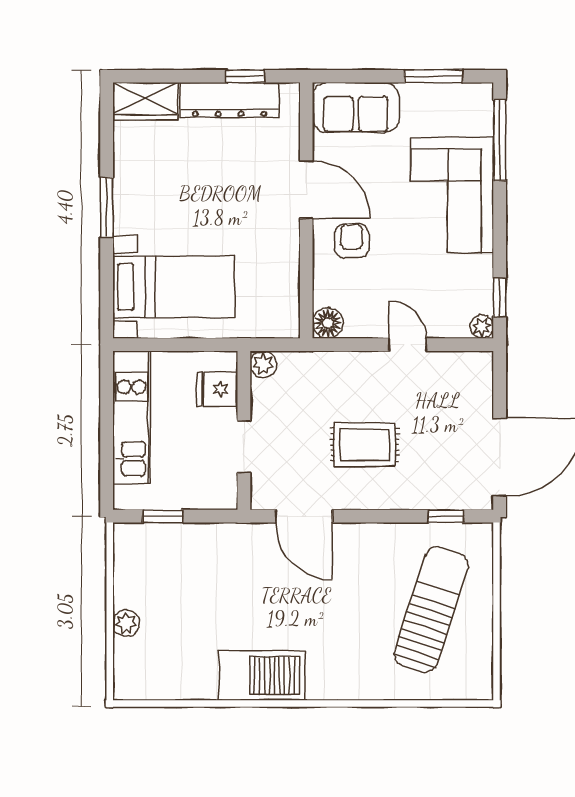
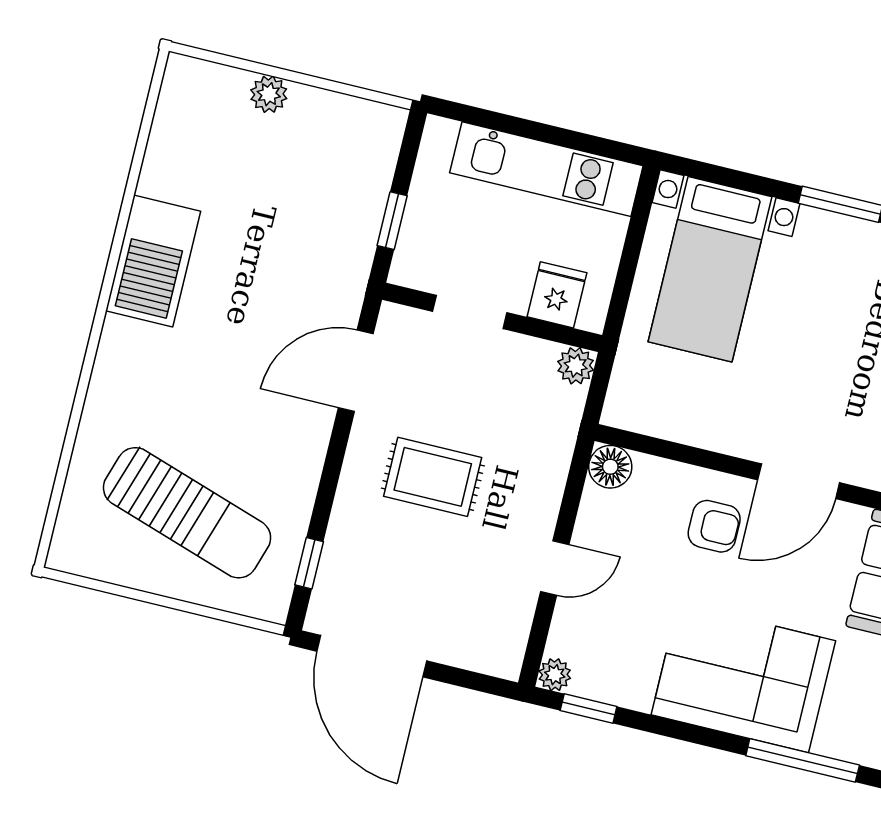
rug: (365, 445) -> (433, 477), turned 90
window: (163, 516) -> (392, 221), moved

